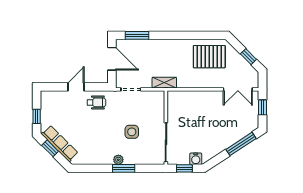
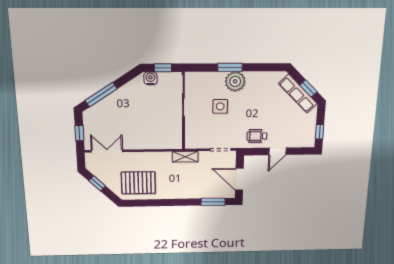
window: (37, 116) -> (320, 132), moved
plant: (118, 160) -> (235, 81), width x1.88, depth x1.88

